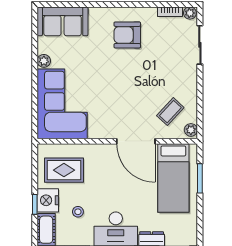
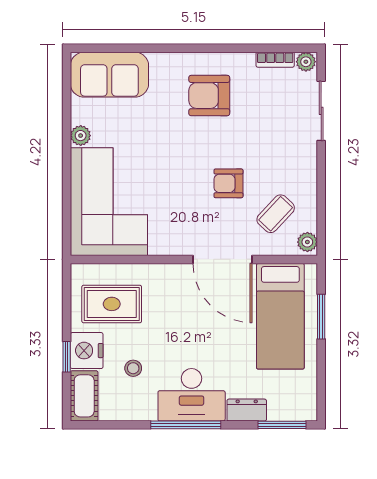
armchair: (140, 92) -> (228, 183), added

